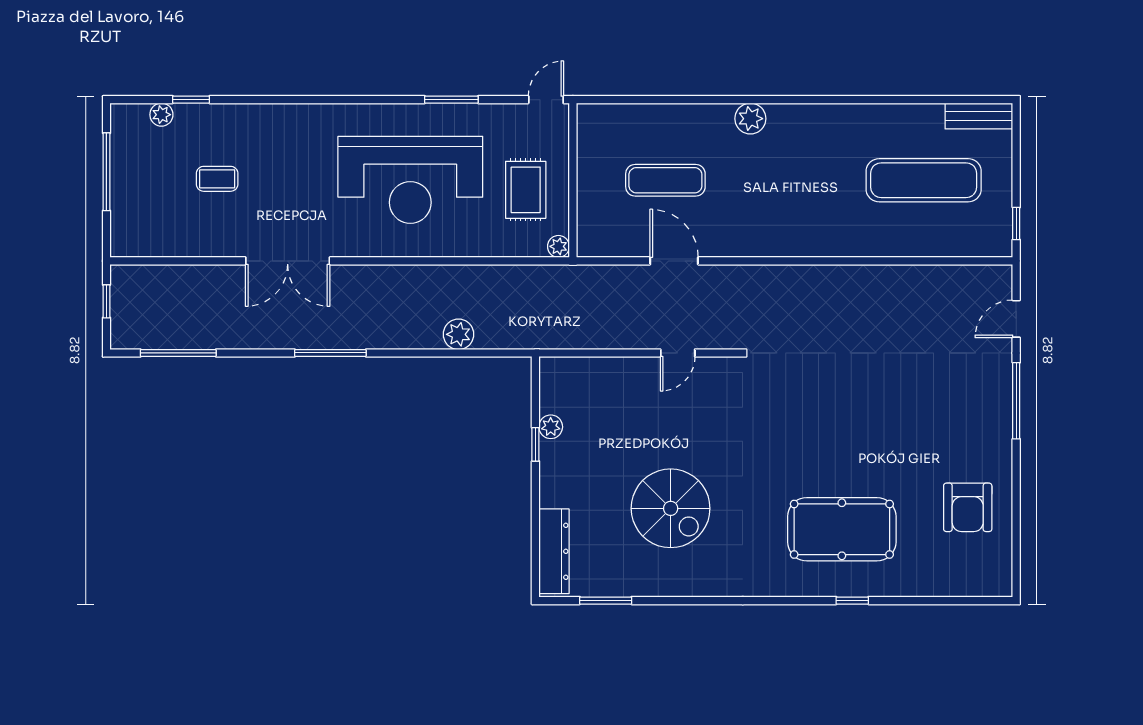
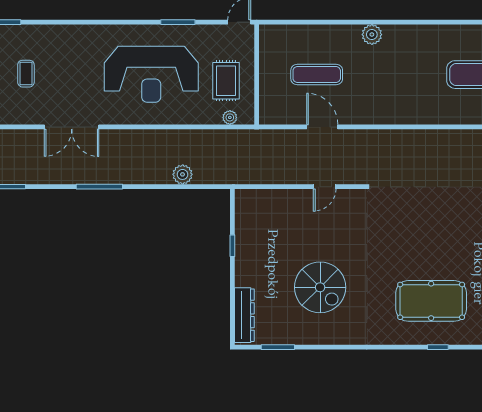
coffee table: (217, 179) -> (26, 74), turned 90
plant: (558, 246) -> (230, 117), moved
plant: (551, 427) -> (242, 234), removed

